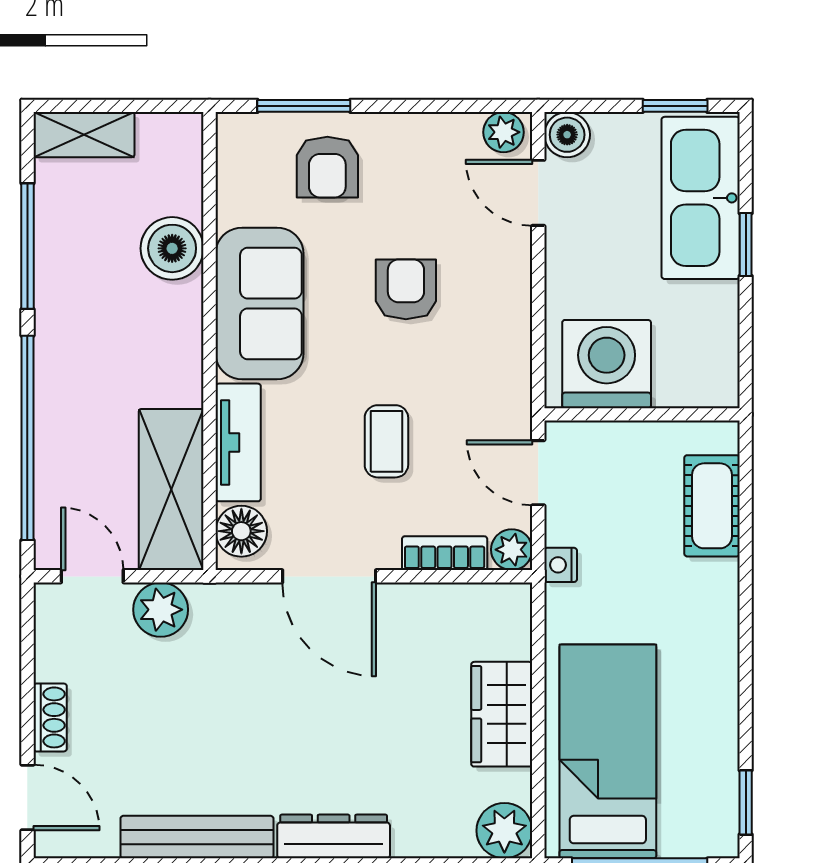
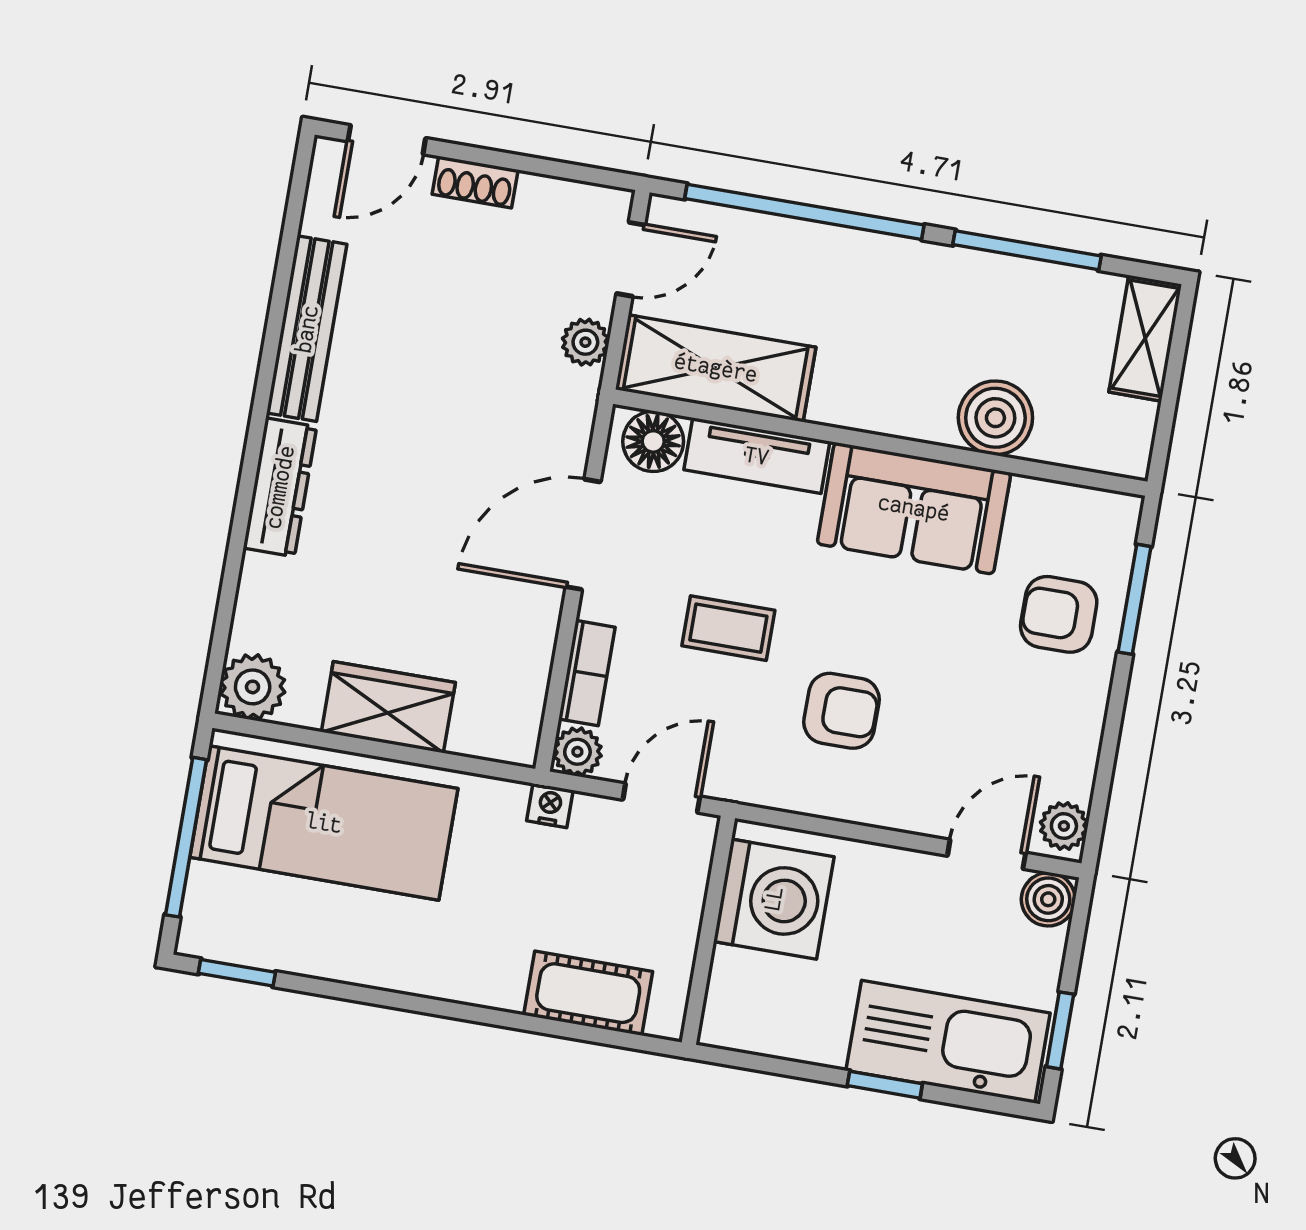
armchair: (406, 289) -> (842, 711), moved
plant: (161, 610) -> (585, 342), width x0.73, depth x0.73

